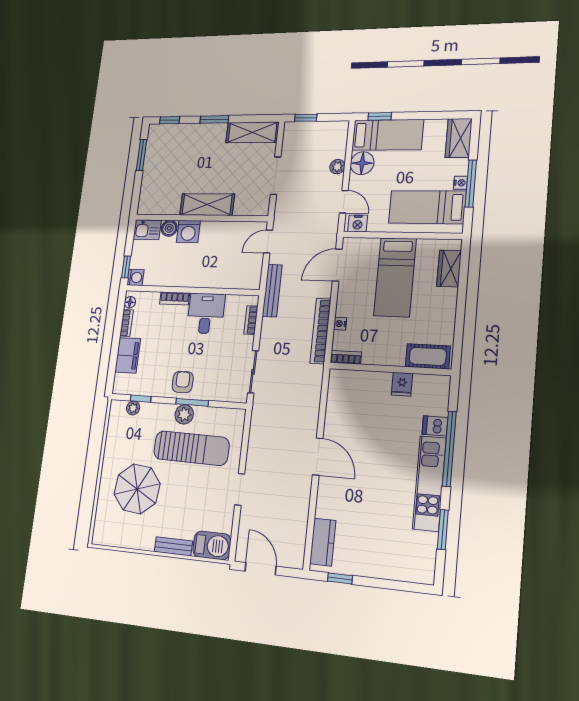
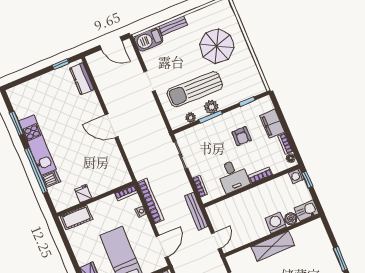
armchair: (183, 382) -> (242, 136), moved
plant: (133, 408) -> (191, 118), moved

